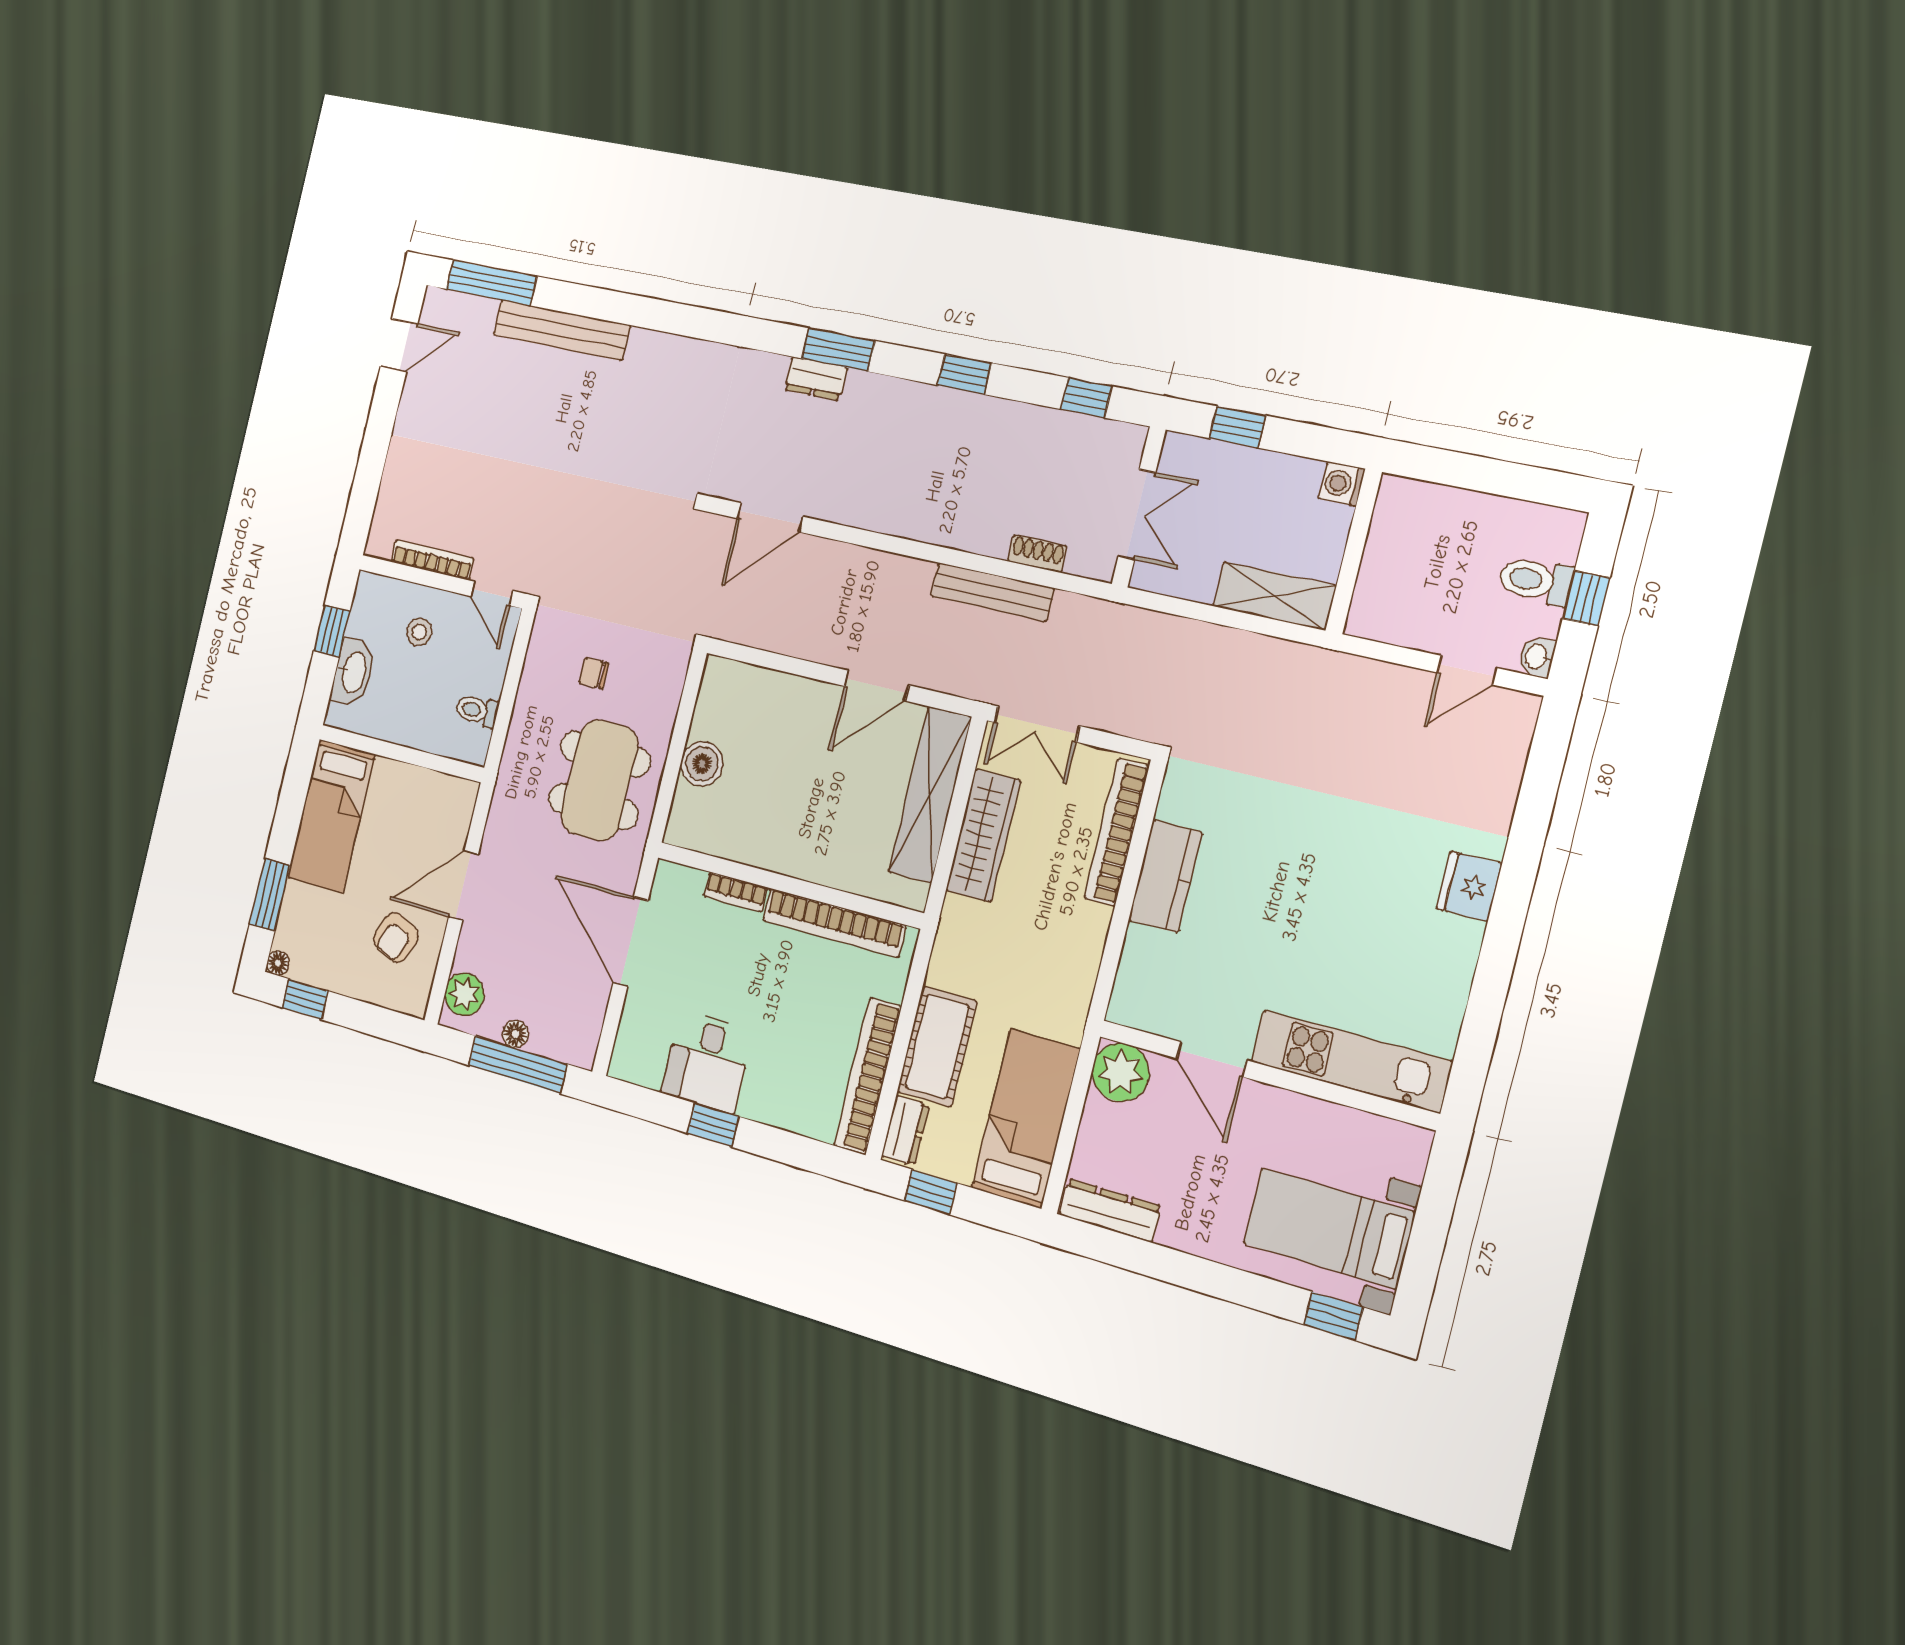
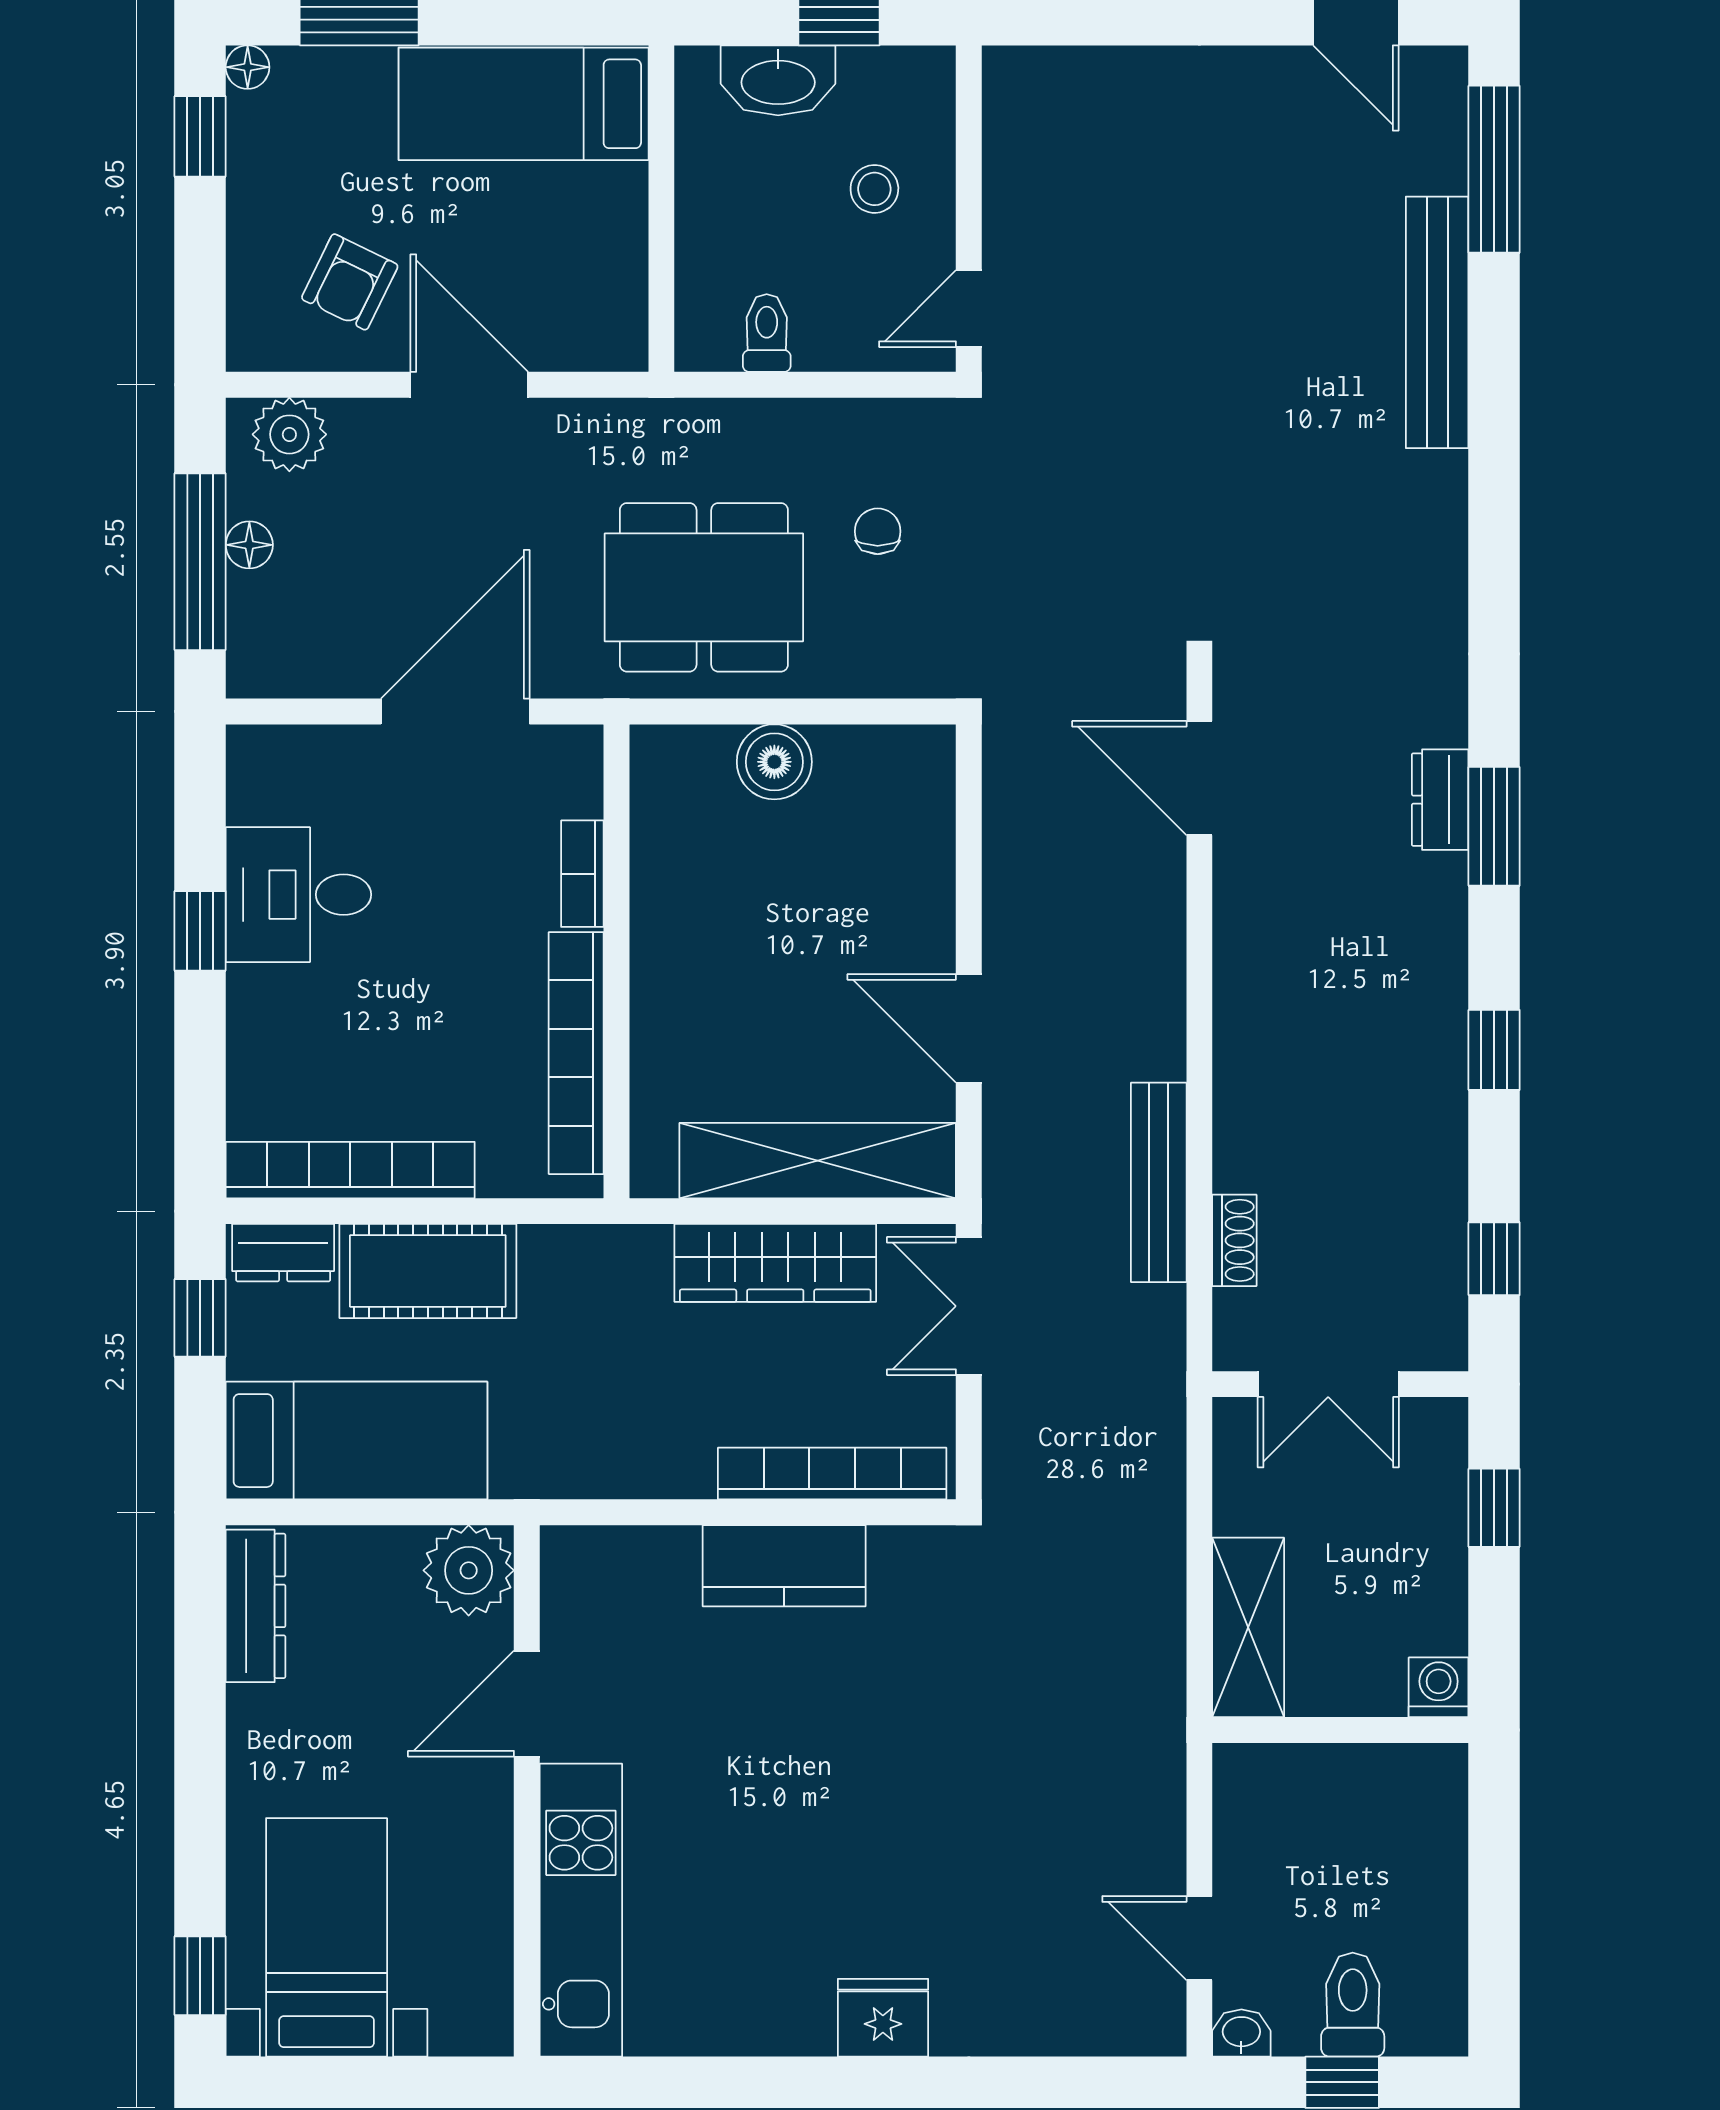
bookcase: (432, 560) -> (1002, 181), removed
armchair: (396, 938) -> (350, 282), turned -87

